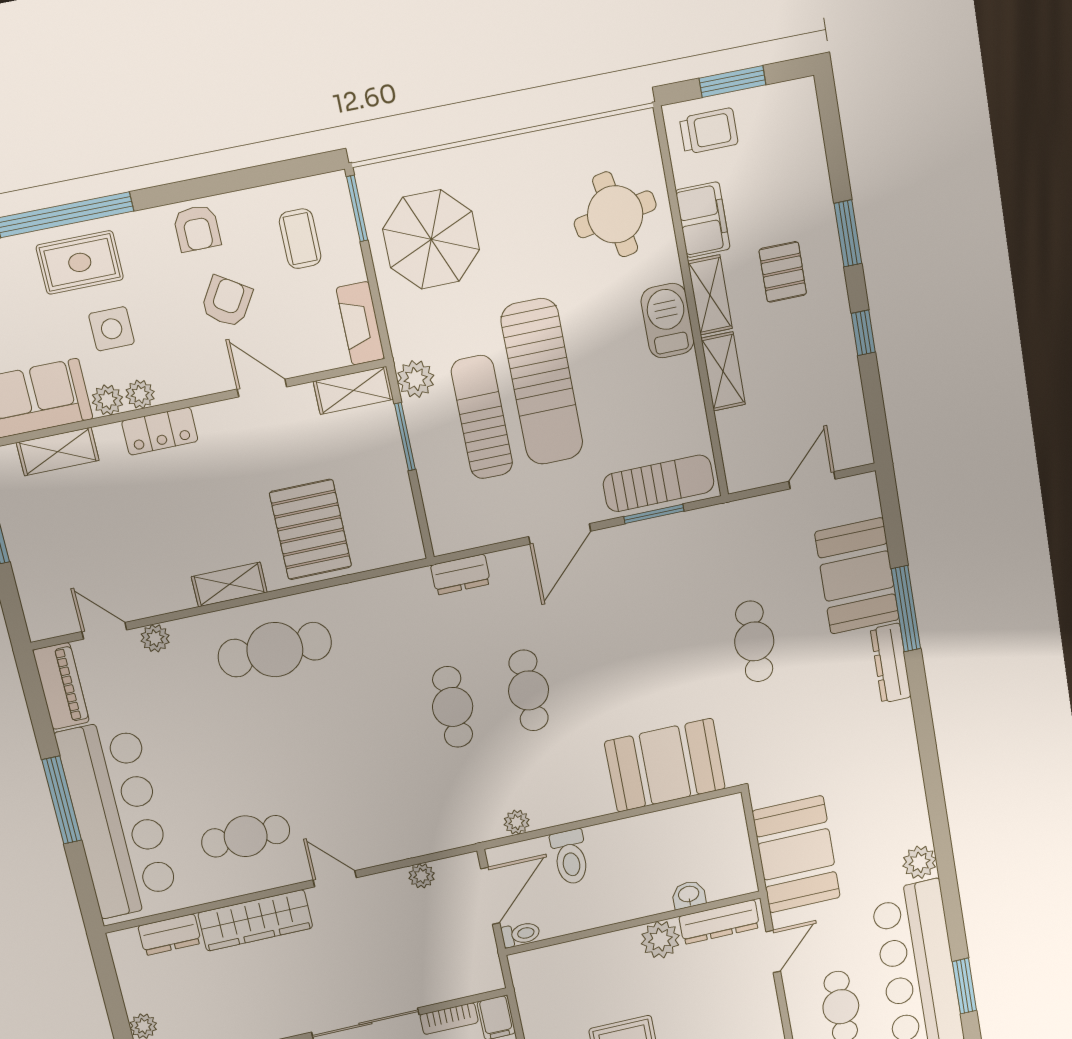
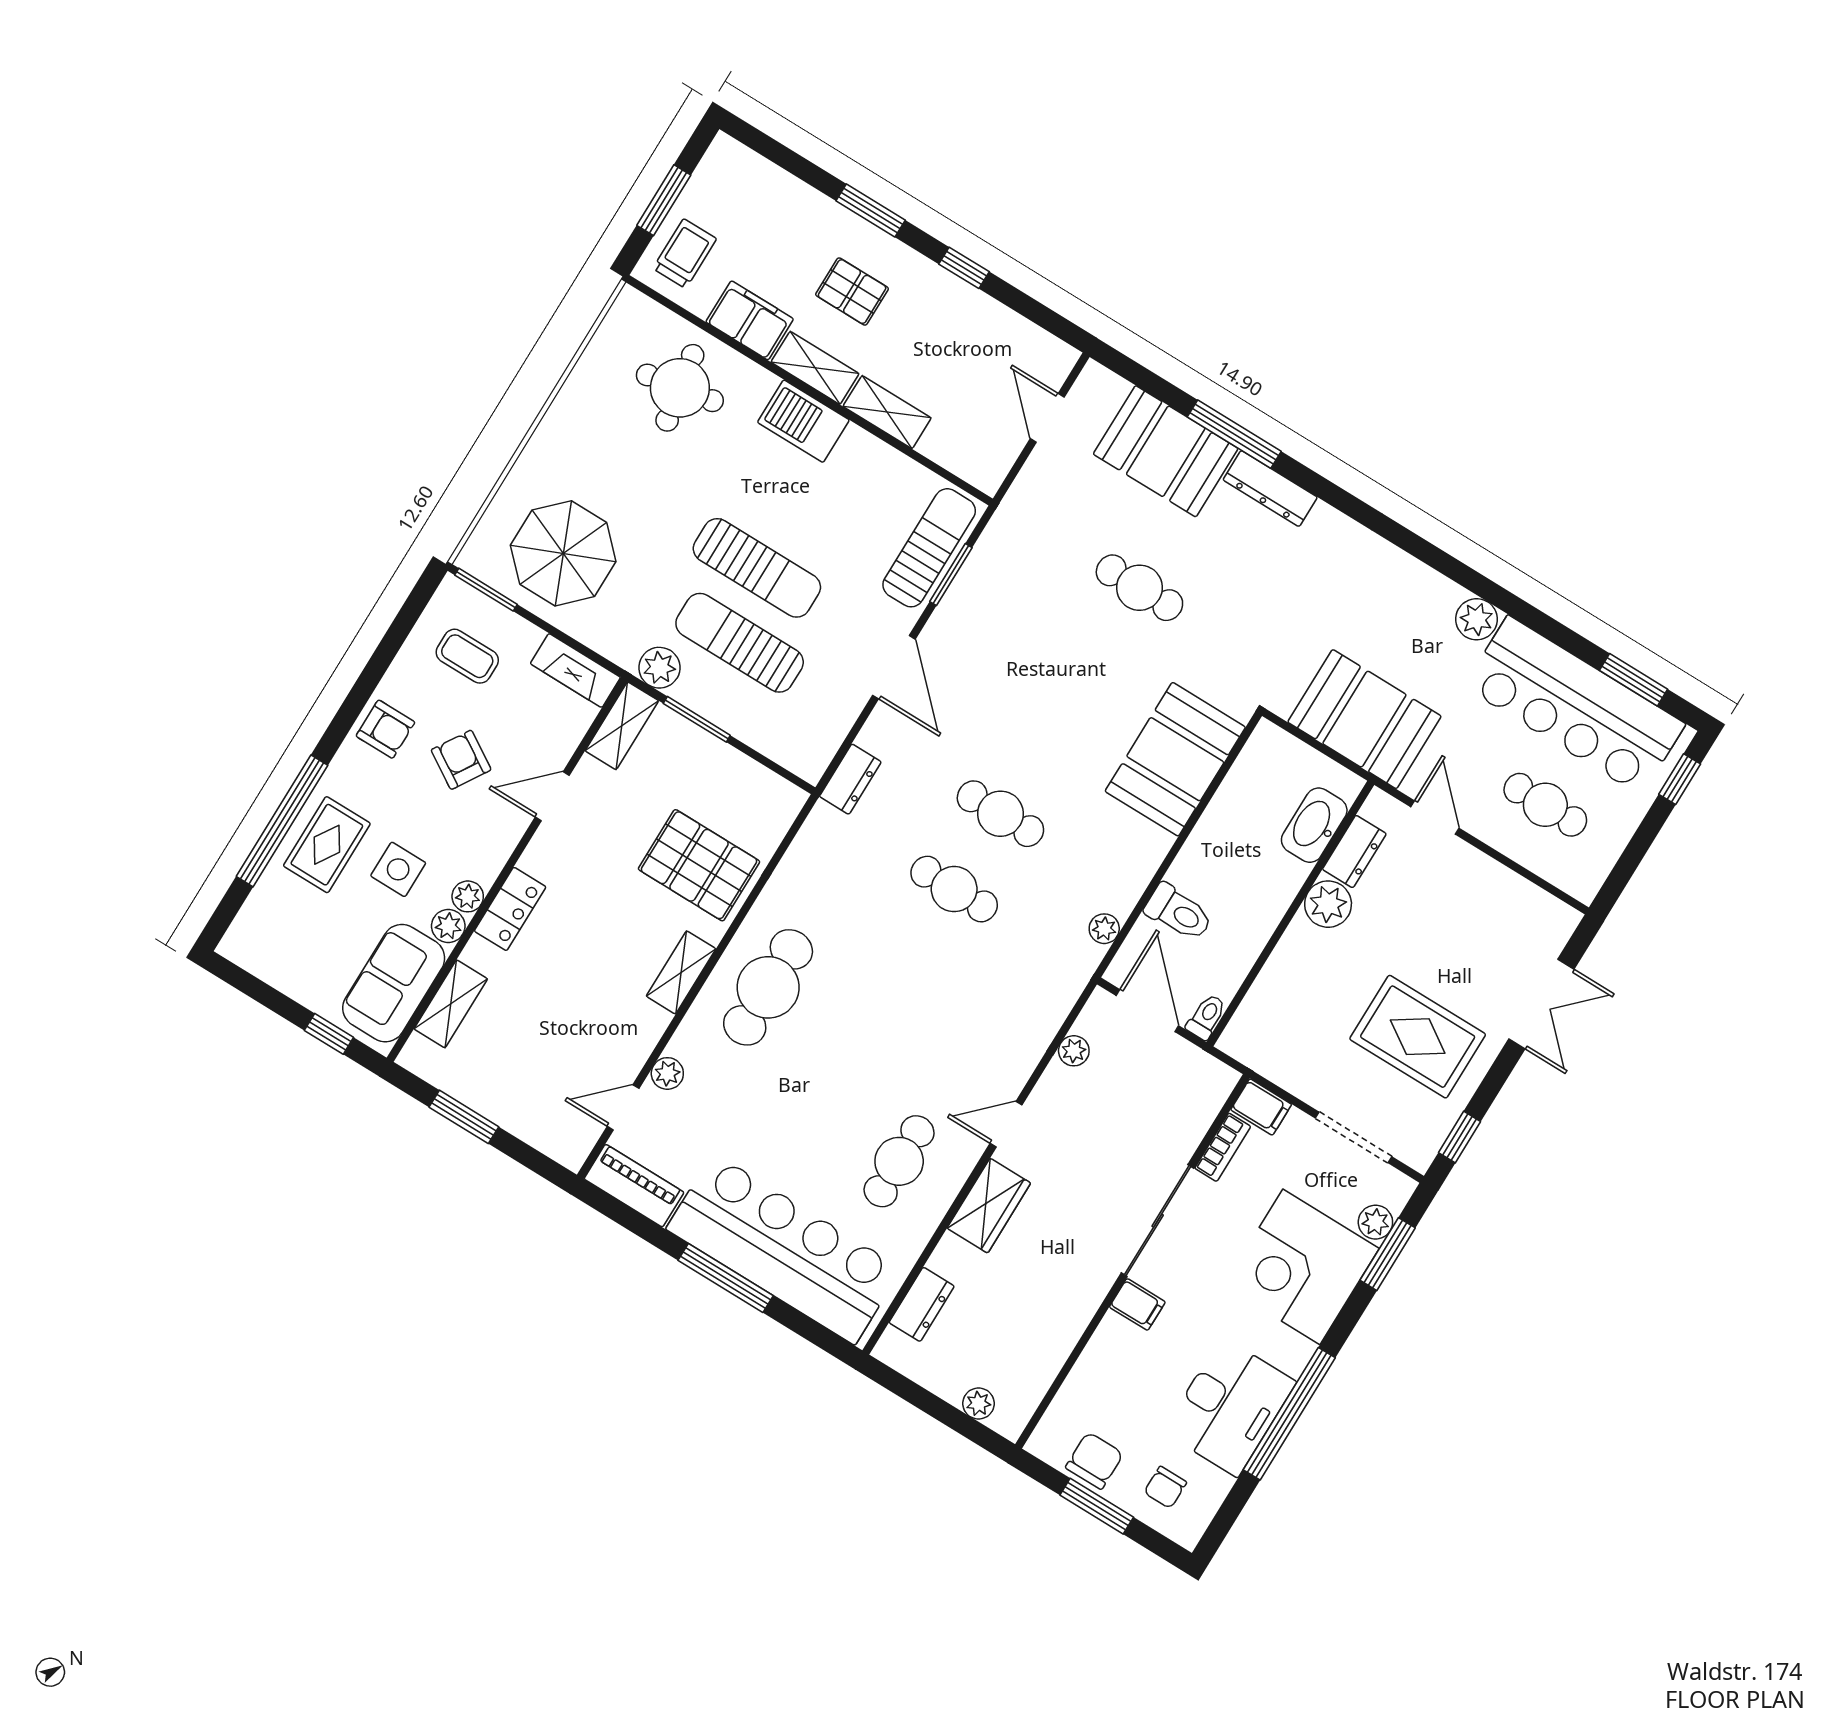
sun lounger: (542, 382) -> (757, 568), width x0.73, depth x0.75
washbasin: (689, 895) -> (1314, 825), width x1.91, depth x1.45
wardrobe: (255, 920) -> (989, 1206), width x0.67
dresser: (719, 922) -> (1354, 852), width x0.70

